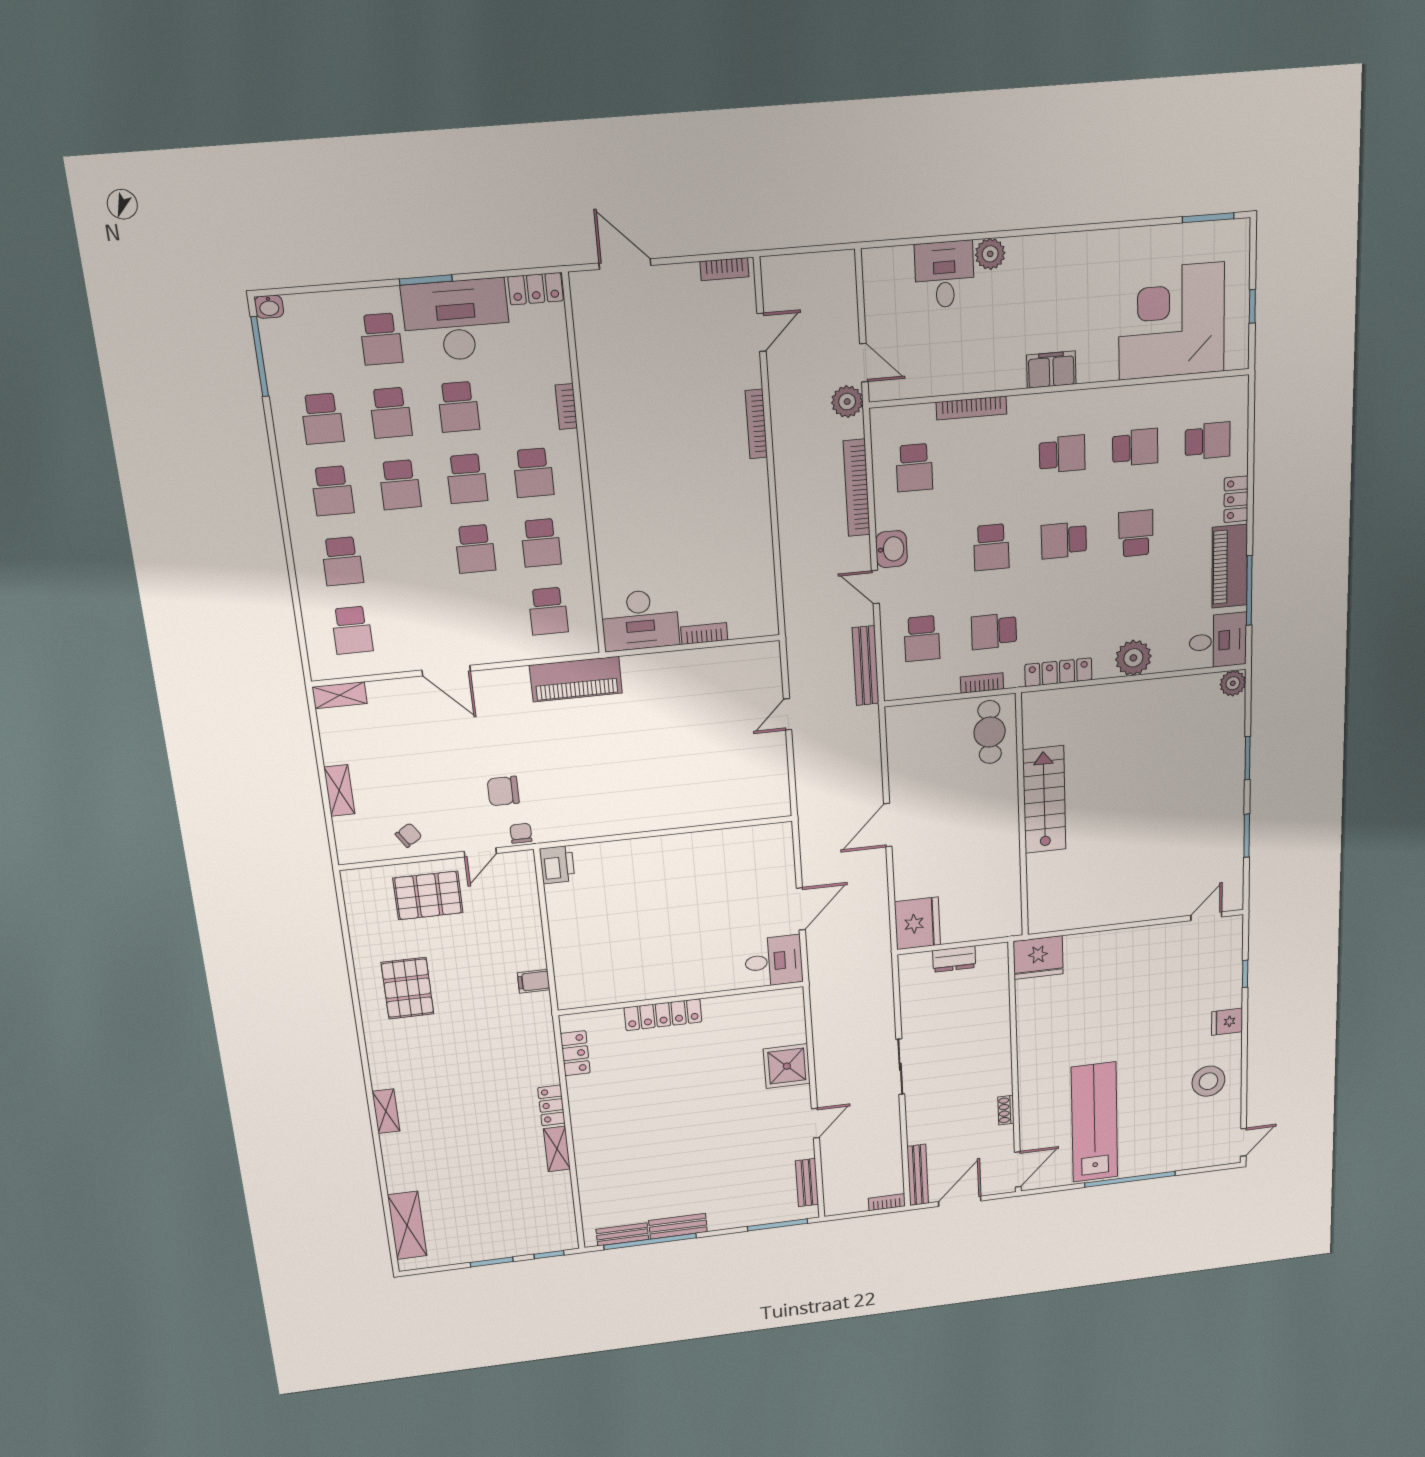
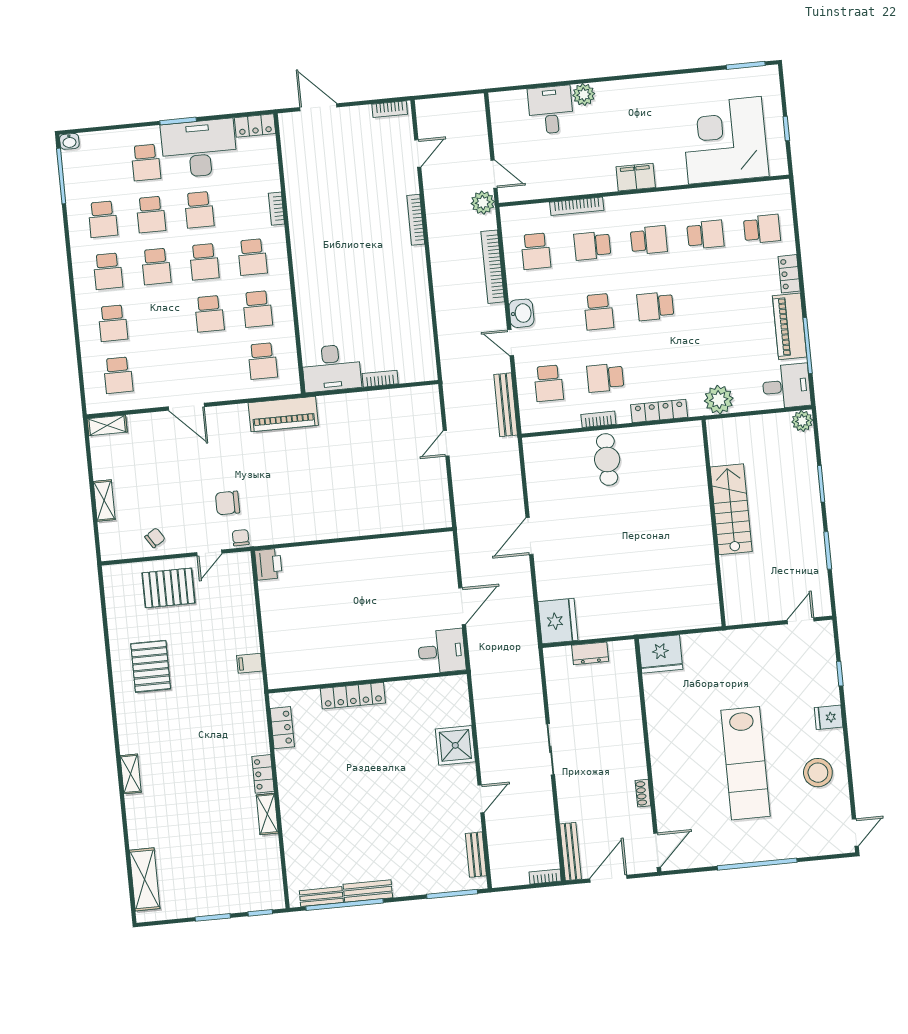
school desk: (1136, 533) -> (592, 246), moved, turned -90
stairs: (1044, 800) -> (731, 509), moved
wall: (1022, 816) -> (714, 523), moved
lab bench: (1094, 1122) -> (746, 763), moved, turned 180

